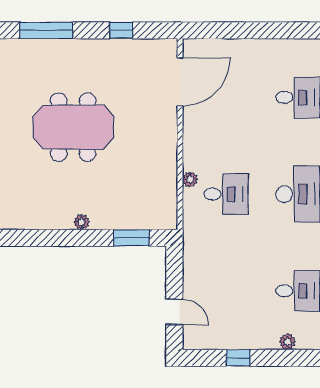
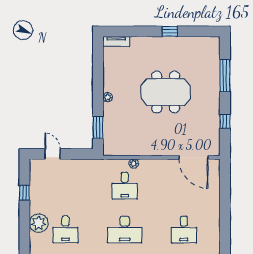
meeting table: (73, 127) -> (166, 92), turned 90
door: (174, 312) -> (53, 154), swing flipped
plant: (287, 342) -> (39, 223), width x1.88, depth x1.88

